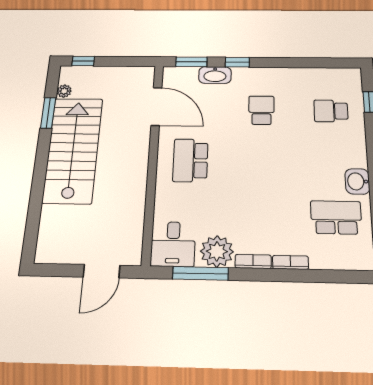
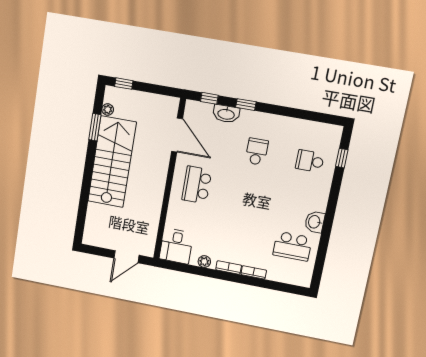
window: (191, 62) -> (209, 98), width x0.67
school desk: (336, 217) -> (292, 246), turned 180
plant: (217, 251) -> (204, 262), width x0.53, depth x0.53
window: (200, 273) -> (192, 269), removed

